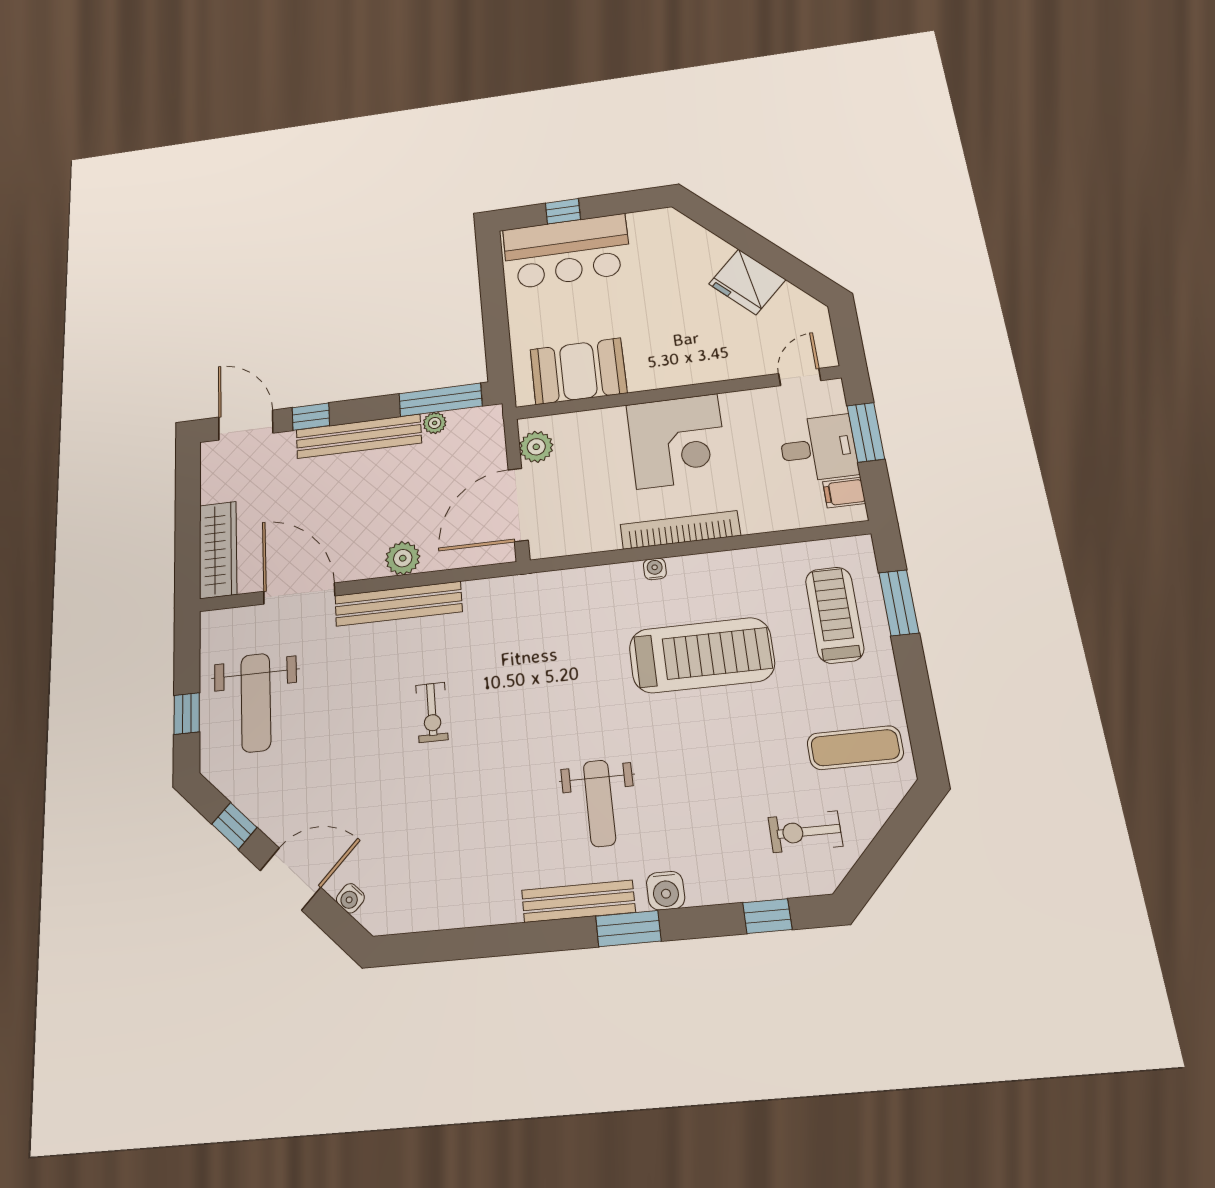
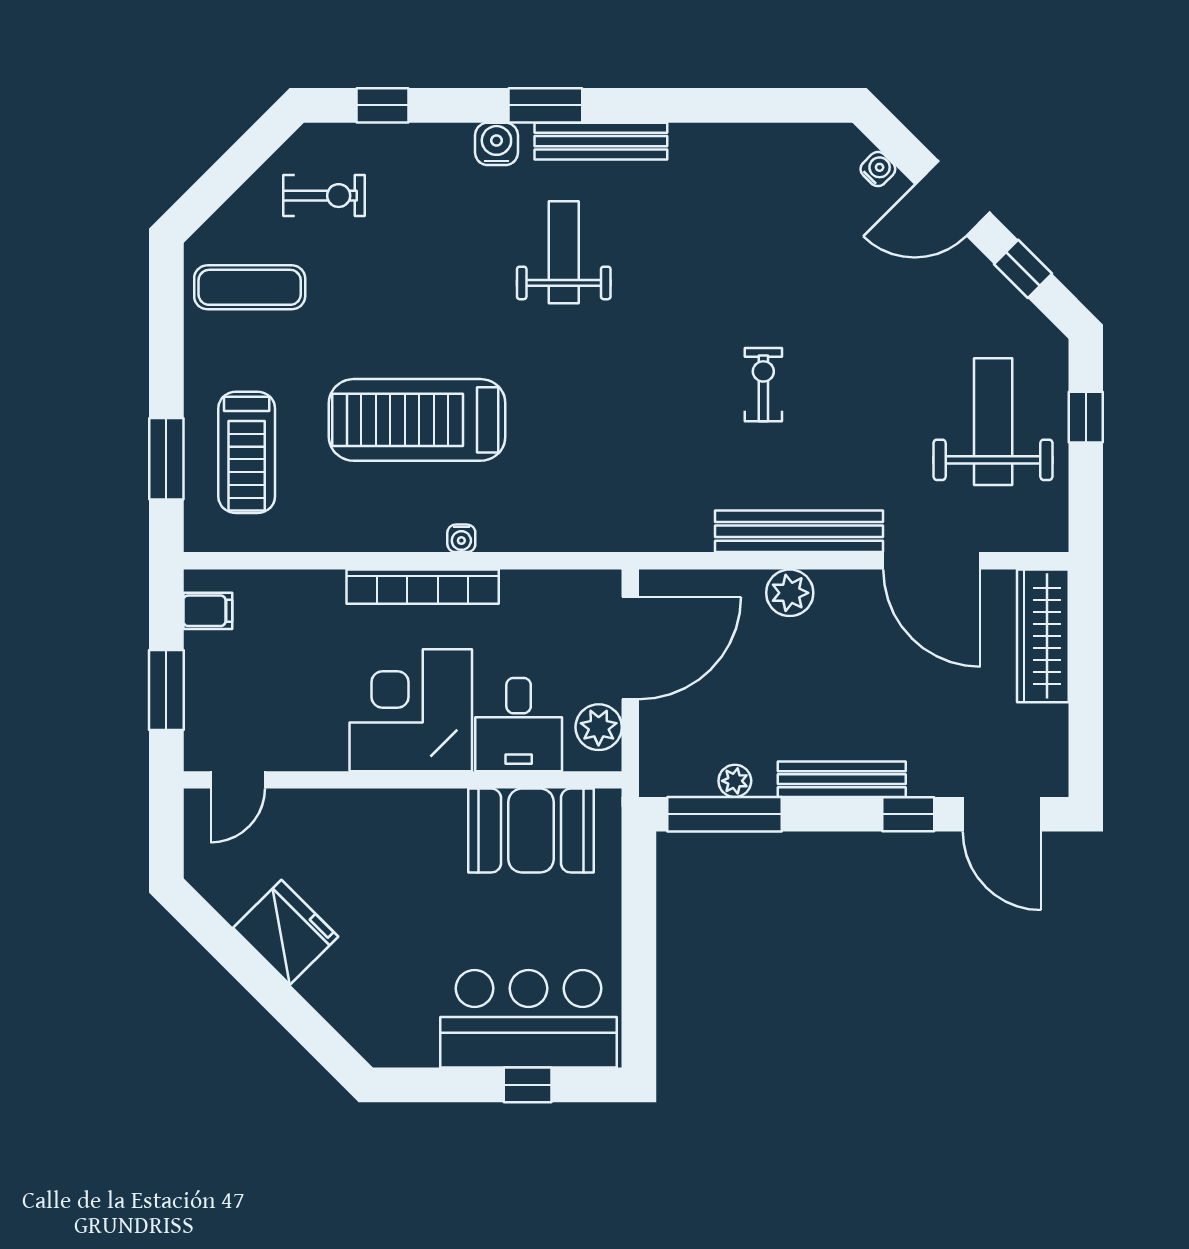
bench: (359, 436) -> (842, 779), width x0.73, depth x0.82
desk: (818, 448) -> (519, 725), moved, turned -90

